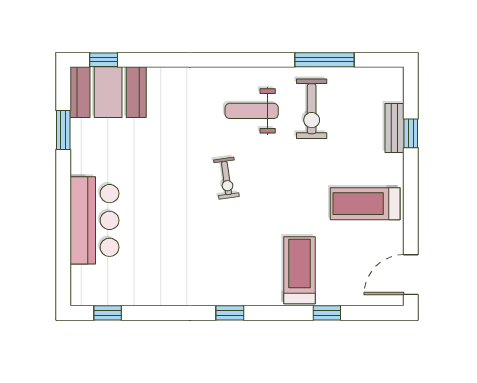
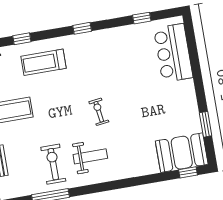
bar counter: (94, 220) -> (173, 53), moved
treadmill: (299, 270) -> (43, 62), turned 90
window: (108, 313) -> (142, 18), moved

